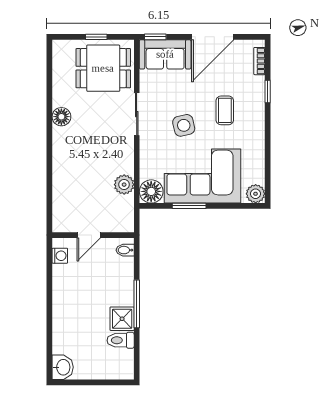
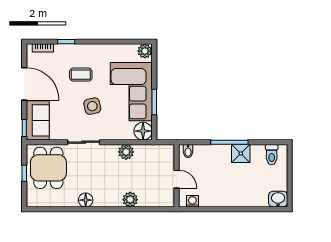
plant: (62, 175) -> (130, 200), added
plant: (124, 185) -> (126, 152), moved
toilet: (121, 340) -> (272, 155), moved

